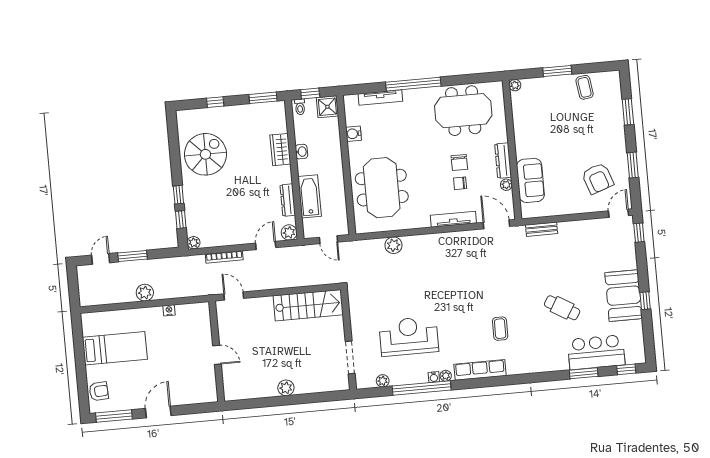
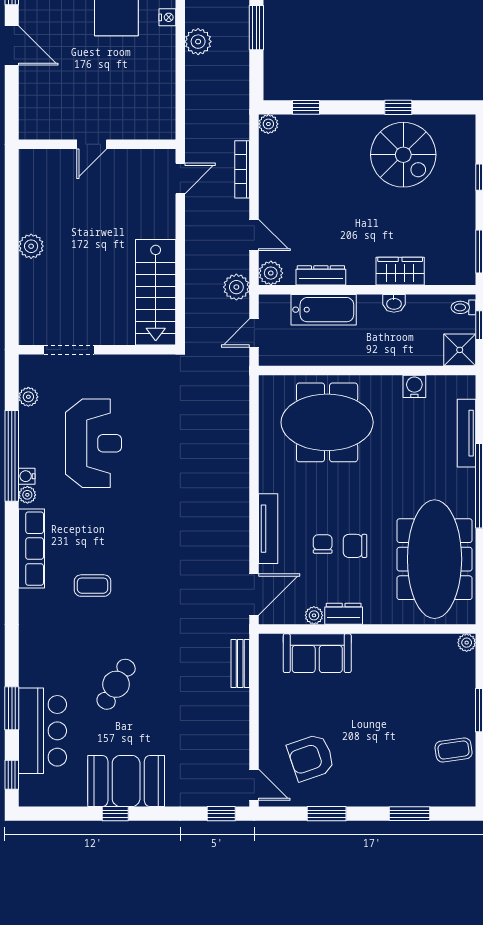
meeting table: (463, 111) -> (435, 559), width x1.36
dresser: (503, 161) -> (344, 614), width x0.70
window: (178, 195) -> (398, 107), moved
plant: (393, 245) -> (236, 287), moved
nightstand: (169, 310) -> (167, 17), moved

